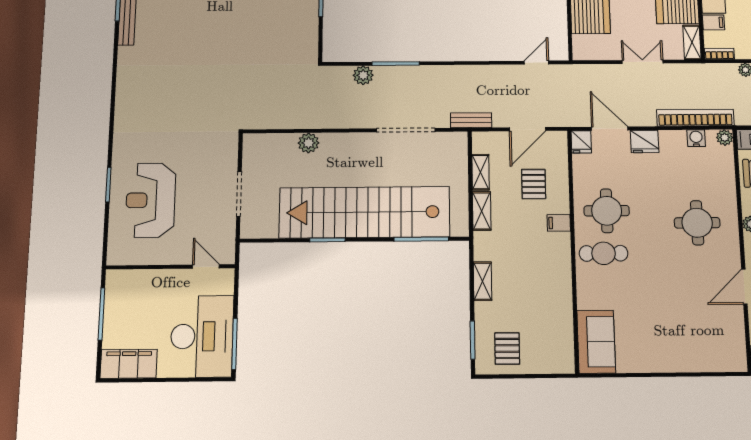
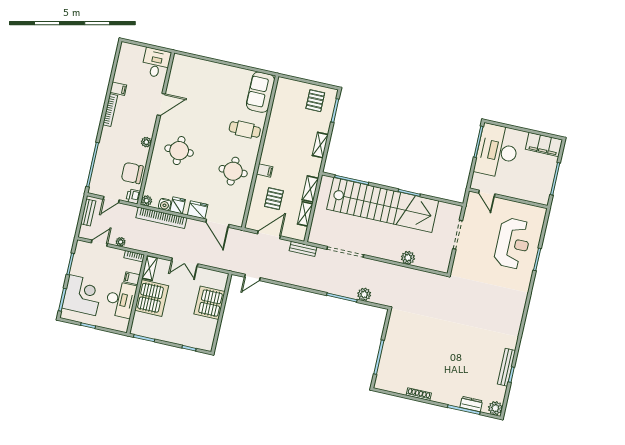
fridge: (581, 142) -> (178, 205), moved
cafe table: (604, 253) -> (245, 130), moved

